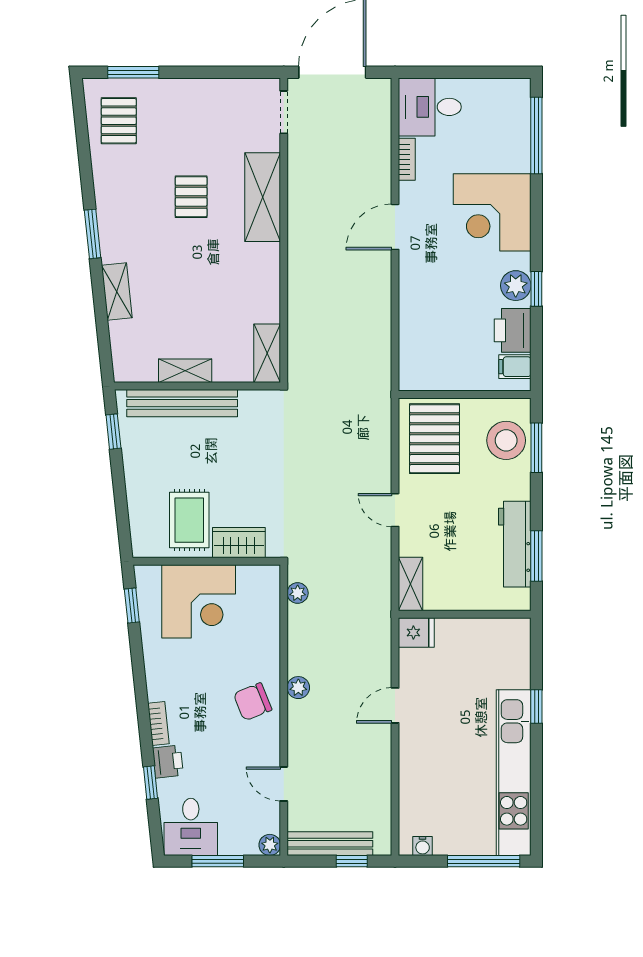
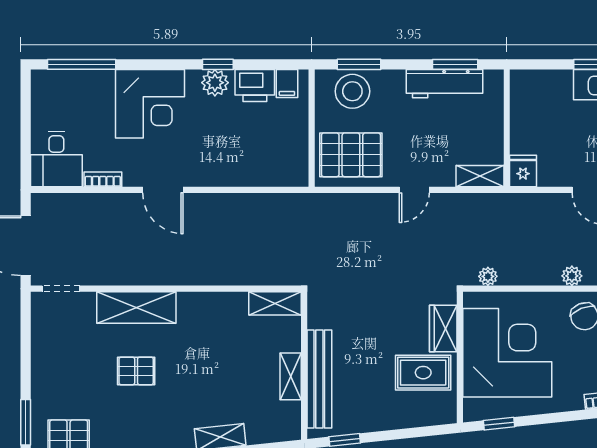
corner desk: (199, 601) -> (507, 353), width x1.36, depth x1.36

